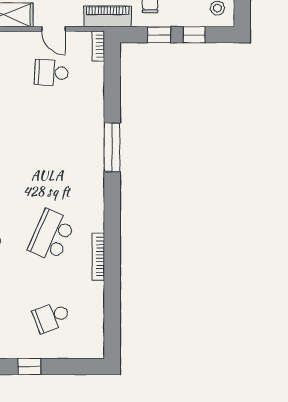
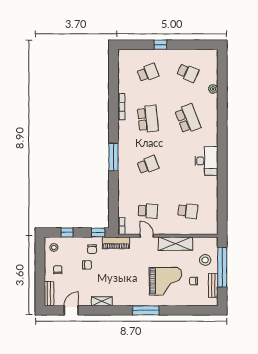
window: (159, 35) -> (98, 232), moved
window: (112, 147) -> (113, 157), moved
school desk: (51, 154) -> (148, 165), added
school desk: (51, 236) -> (148, 119), turned -30

